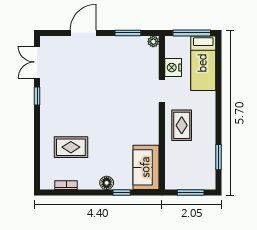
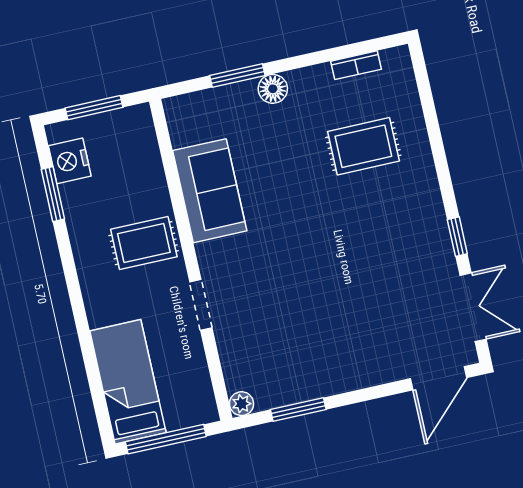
door: (83, 33) -> (438, 378), moved
nightstand: (173, 68) -> (70, 161), moved, turned 180
rug: (182, 125) -> (144, 243), turned 90
sofa: (146, 167) -> (210, 191), moved
window: (122, 193) -> (237, 76), width x1.50

